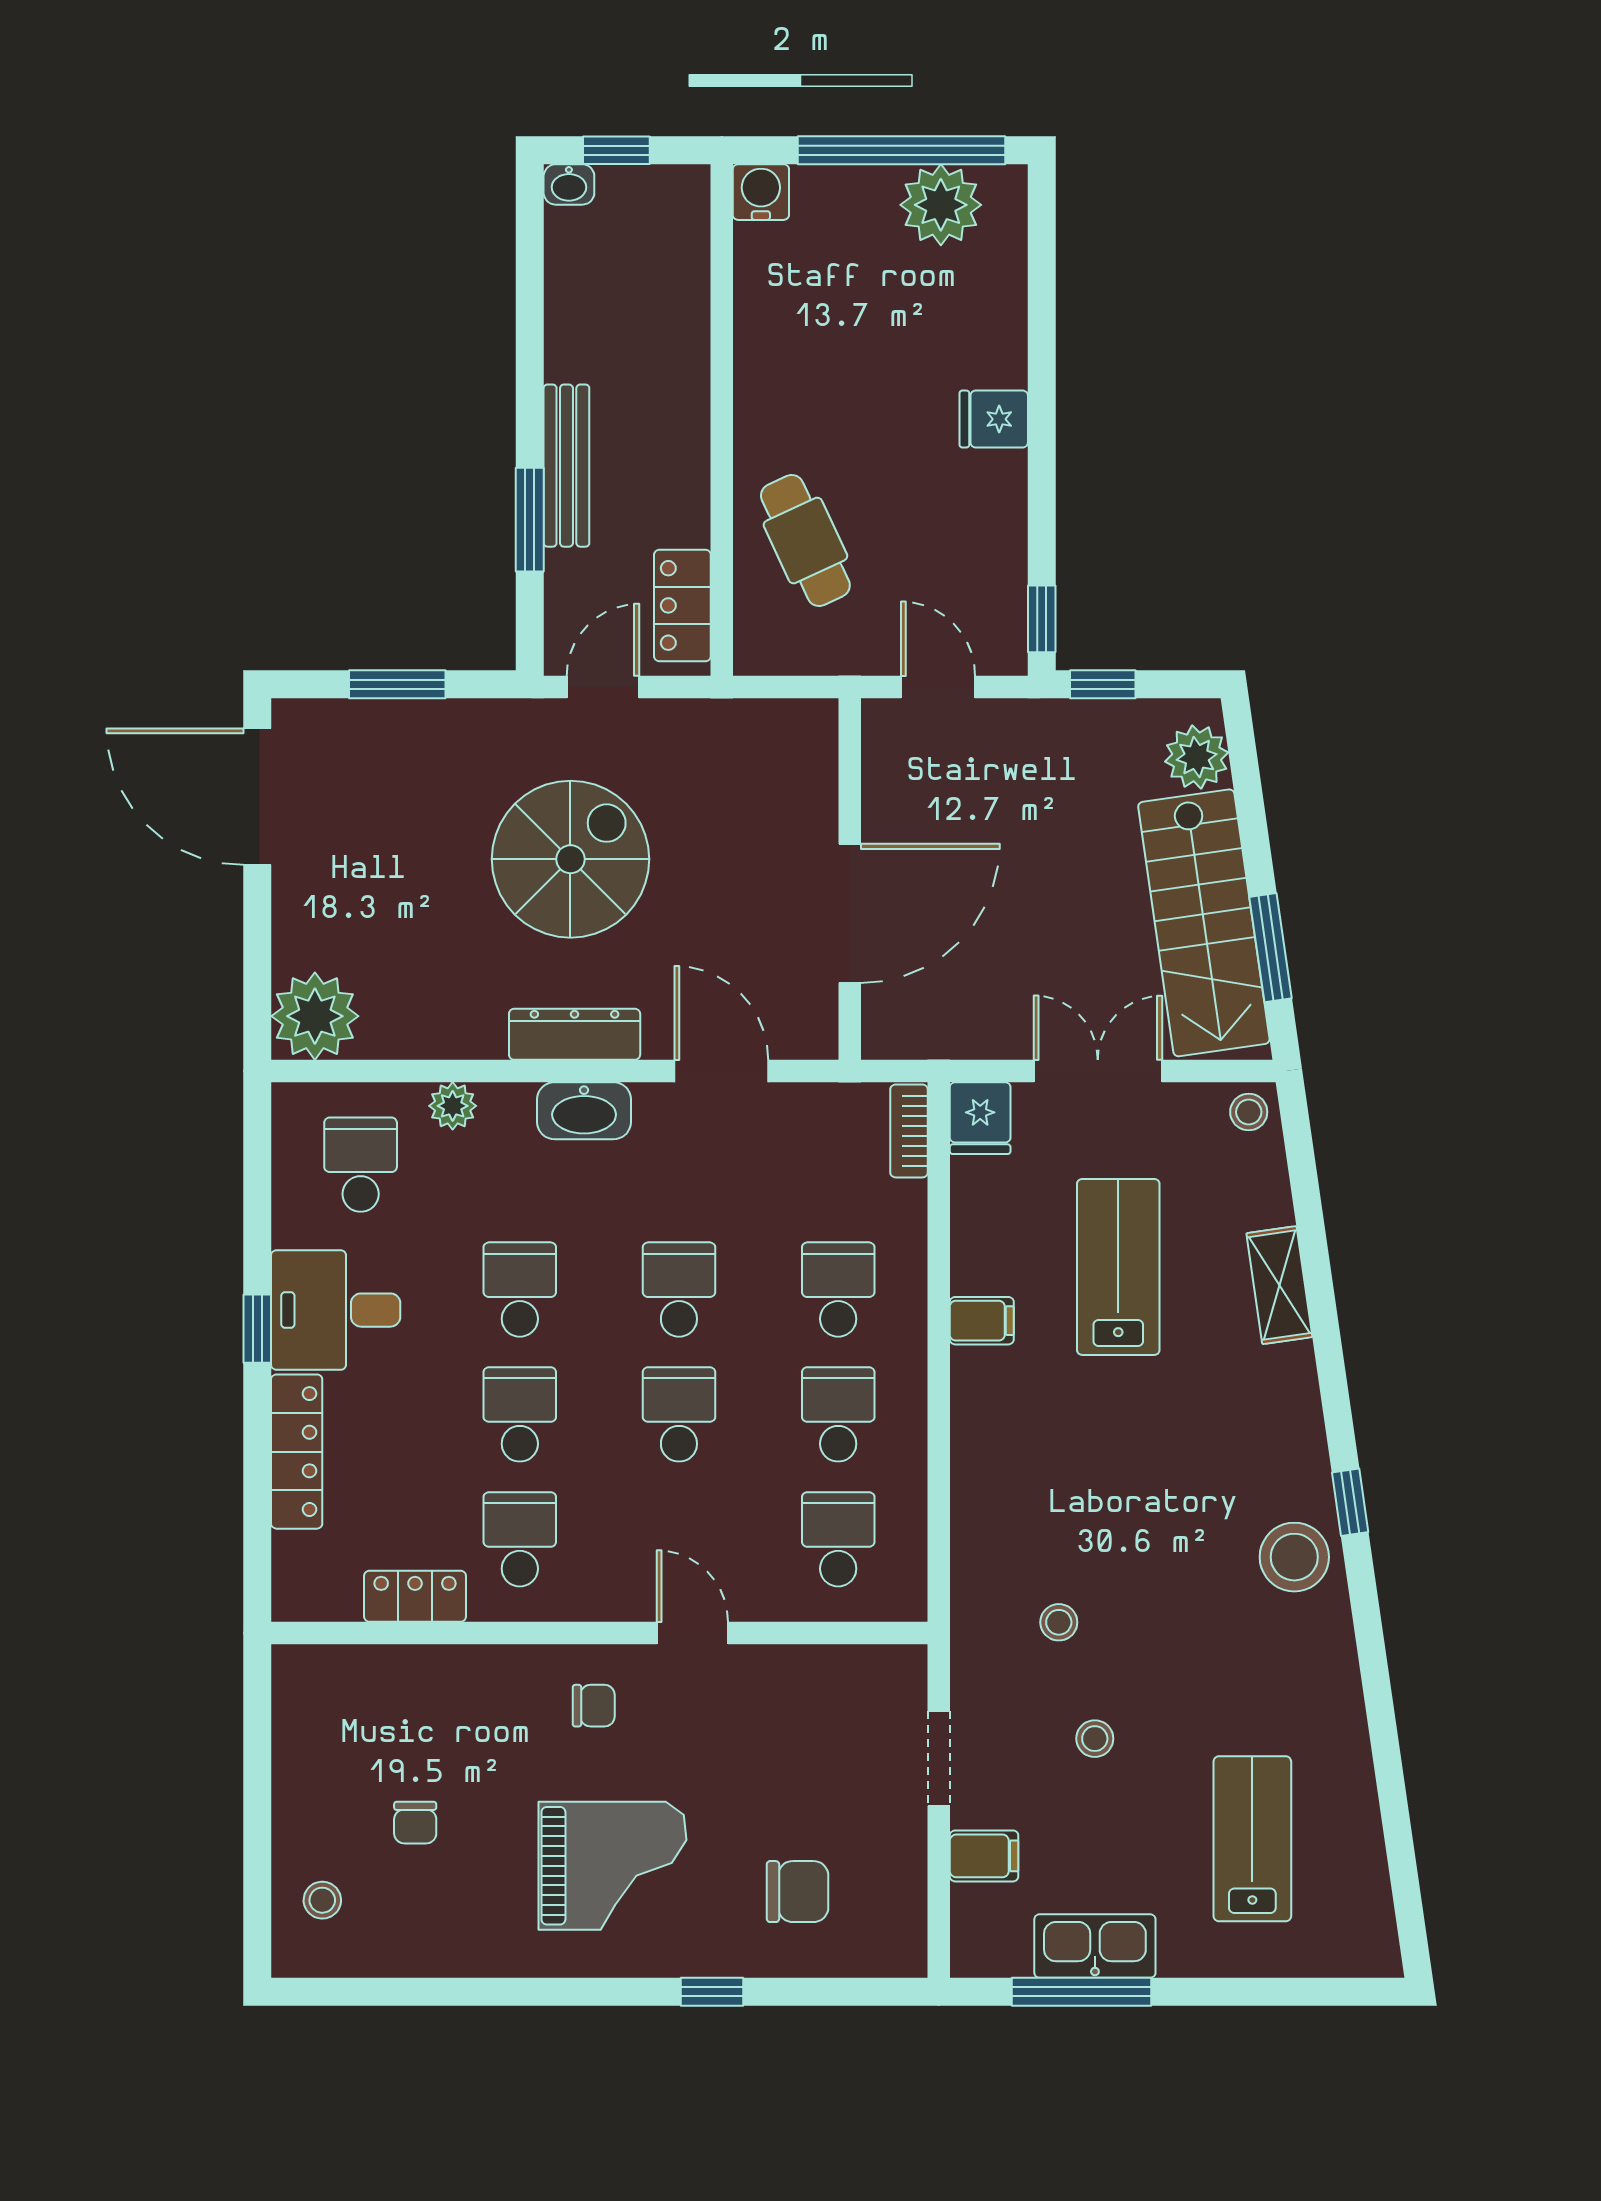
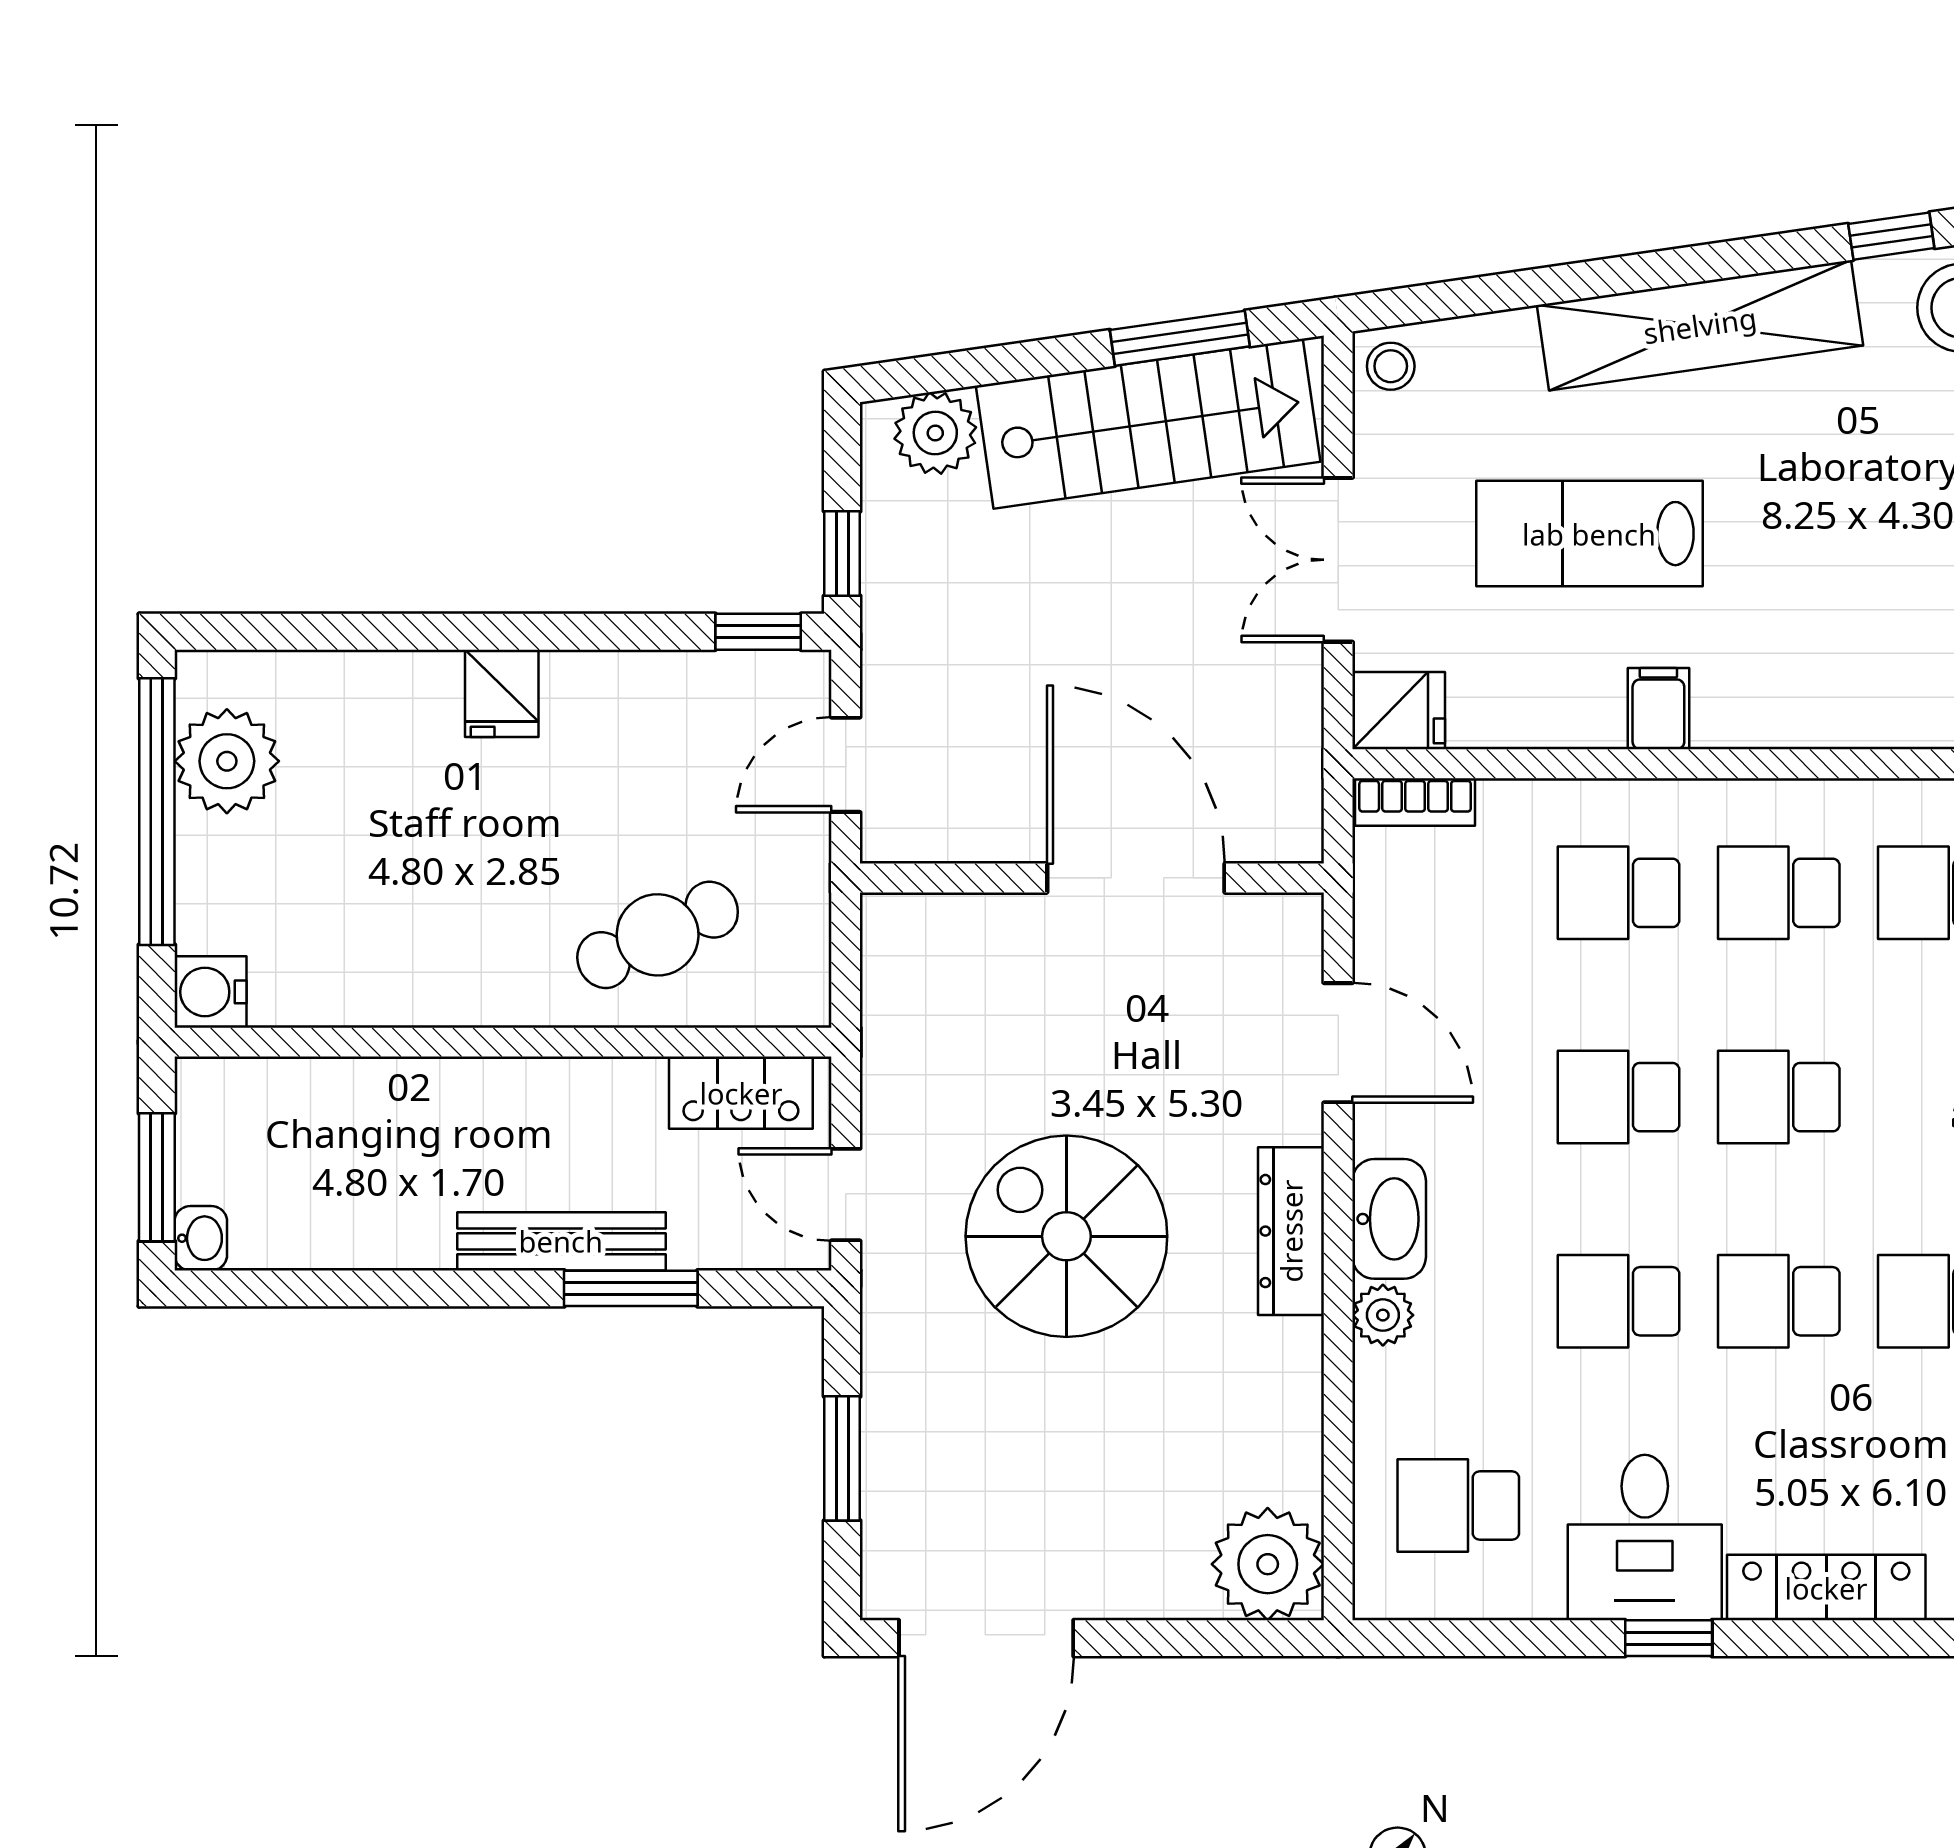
window: (616, 150) -> (157, 1177), width x1.50
door: (721, 1071) -> (1338, 1043), swing flipped
plant: (453, 1106) -> (1383, 1315), moved
shelving: (1279, 1285) -> (1700, 325), width x2.20, depth x1.33

